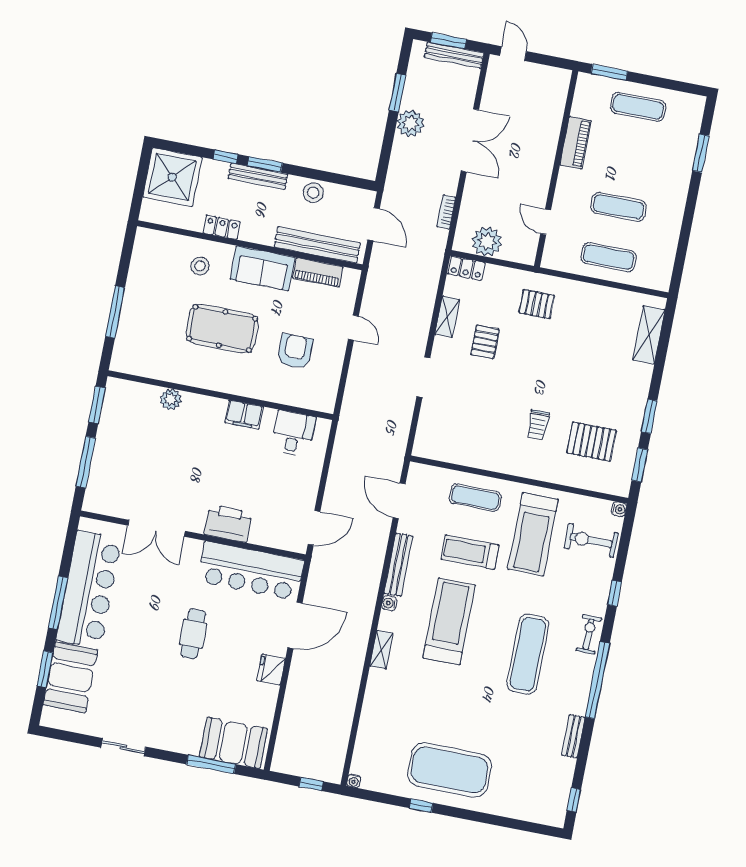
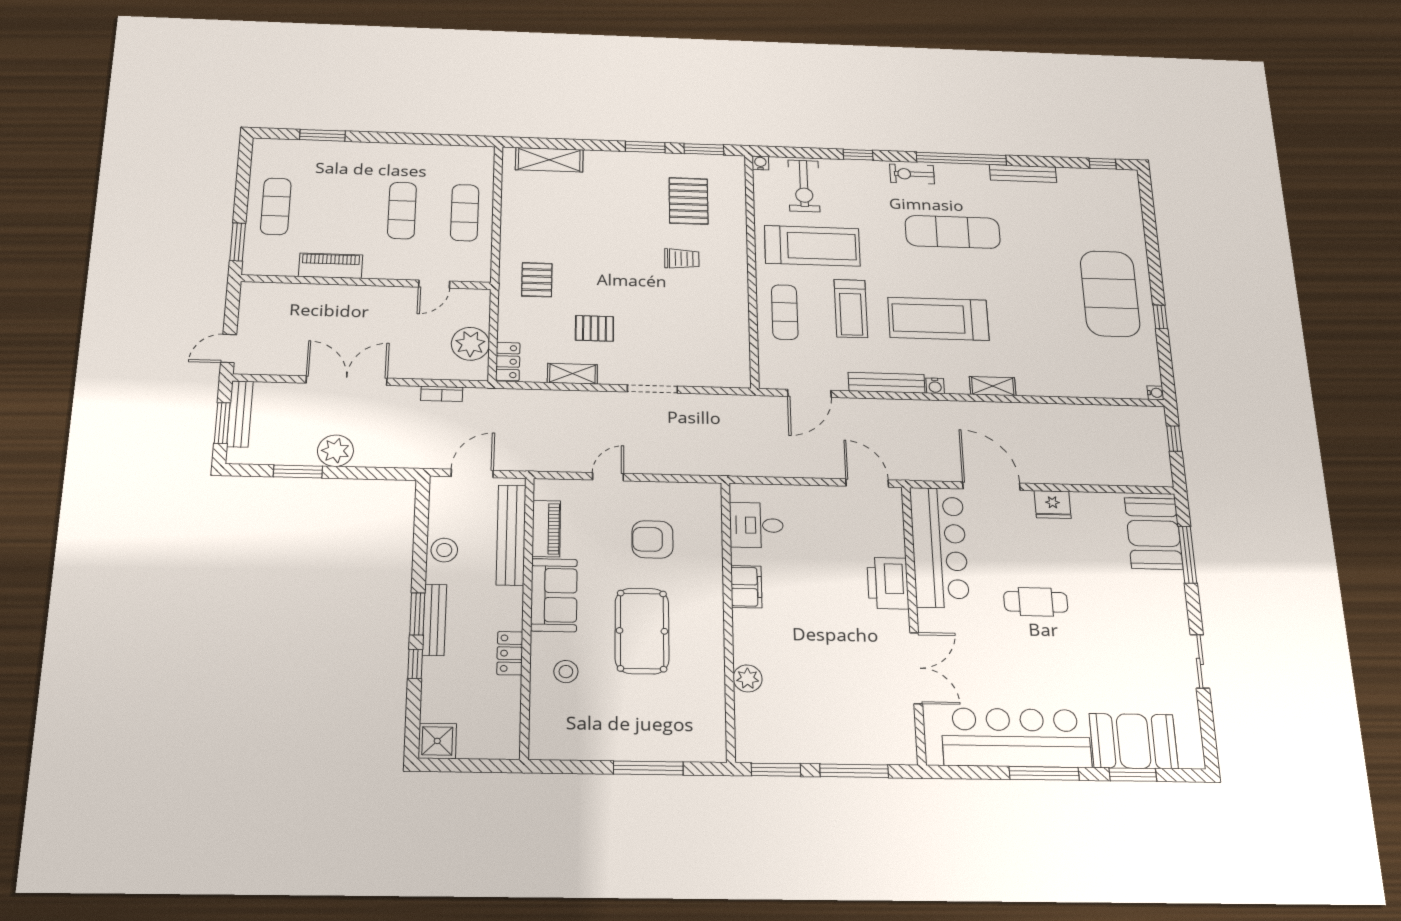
shower: (172, 177) -> (437, 741), width x0.54, depth x0.54
bench: (573, 736) -> (1023, 173), width x1.36

